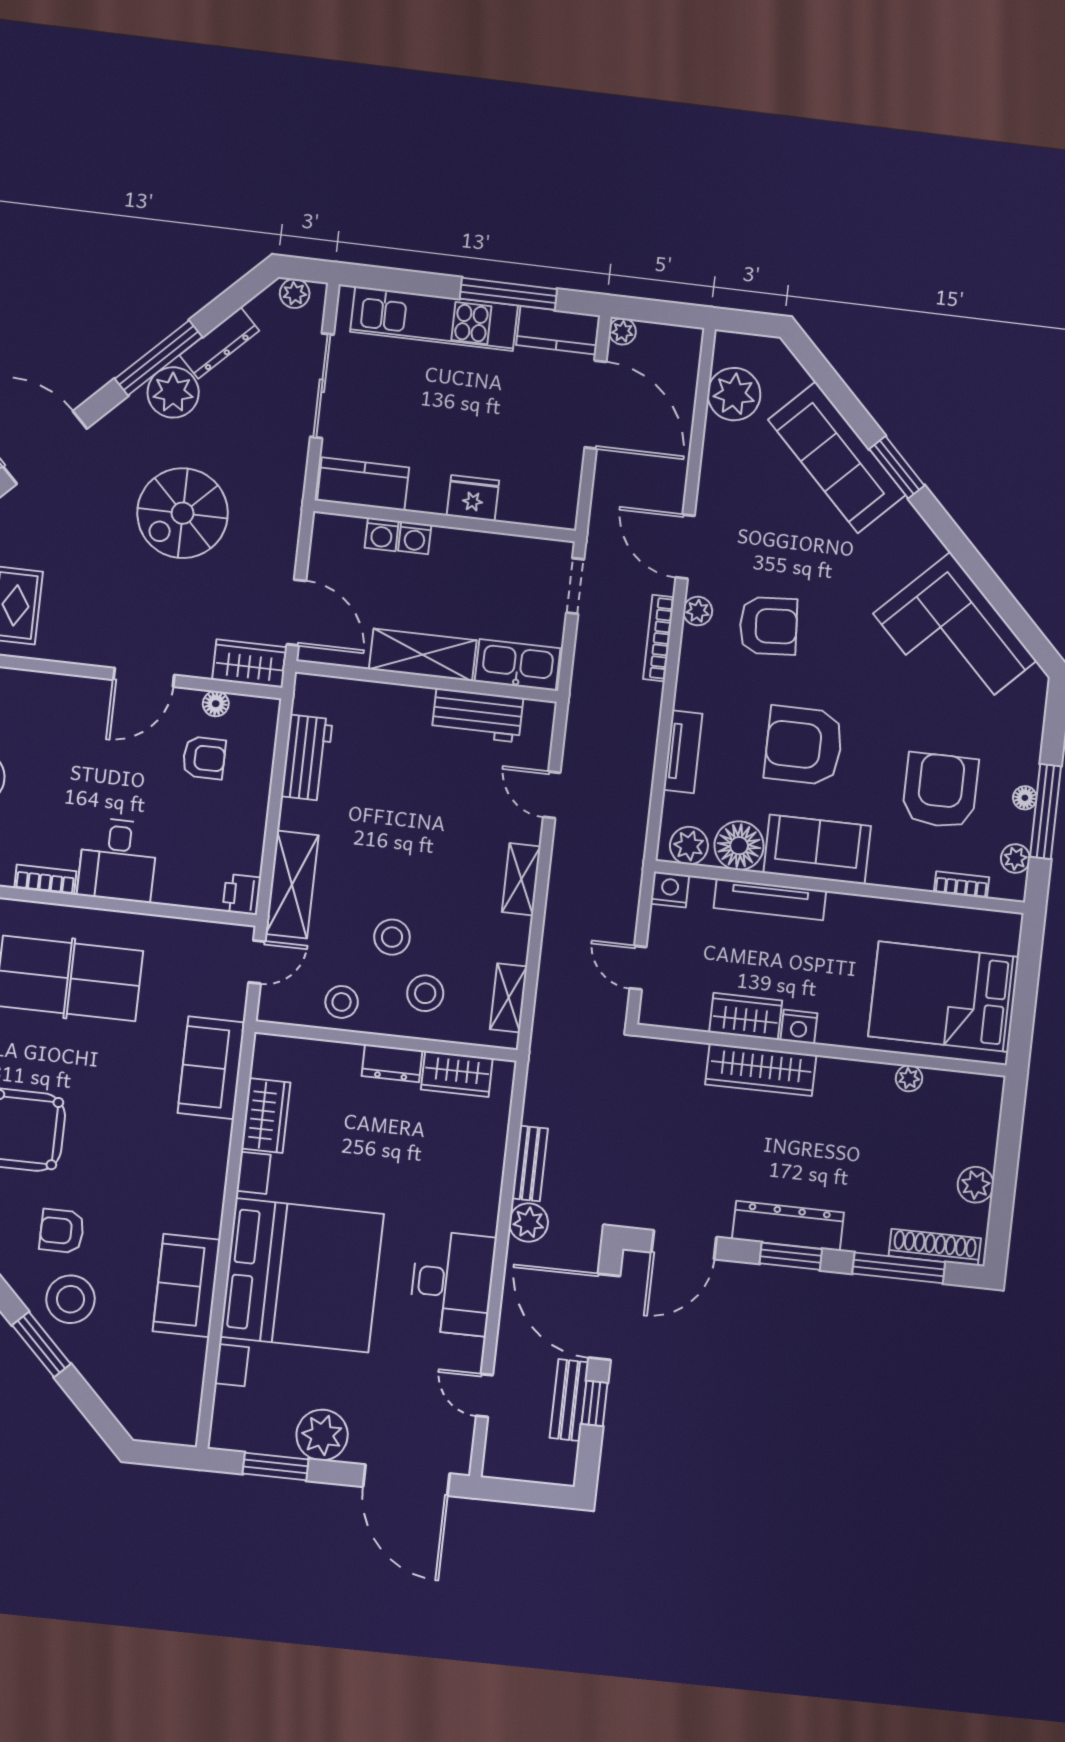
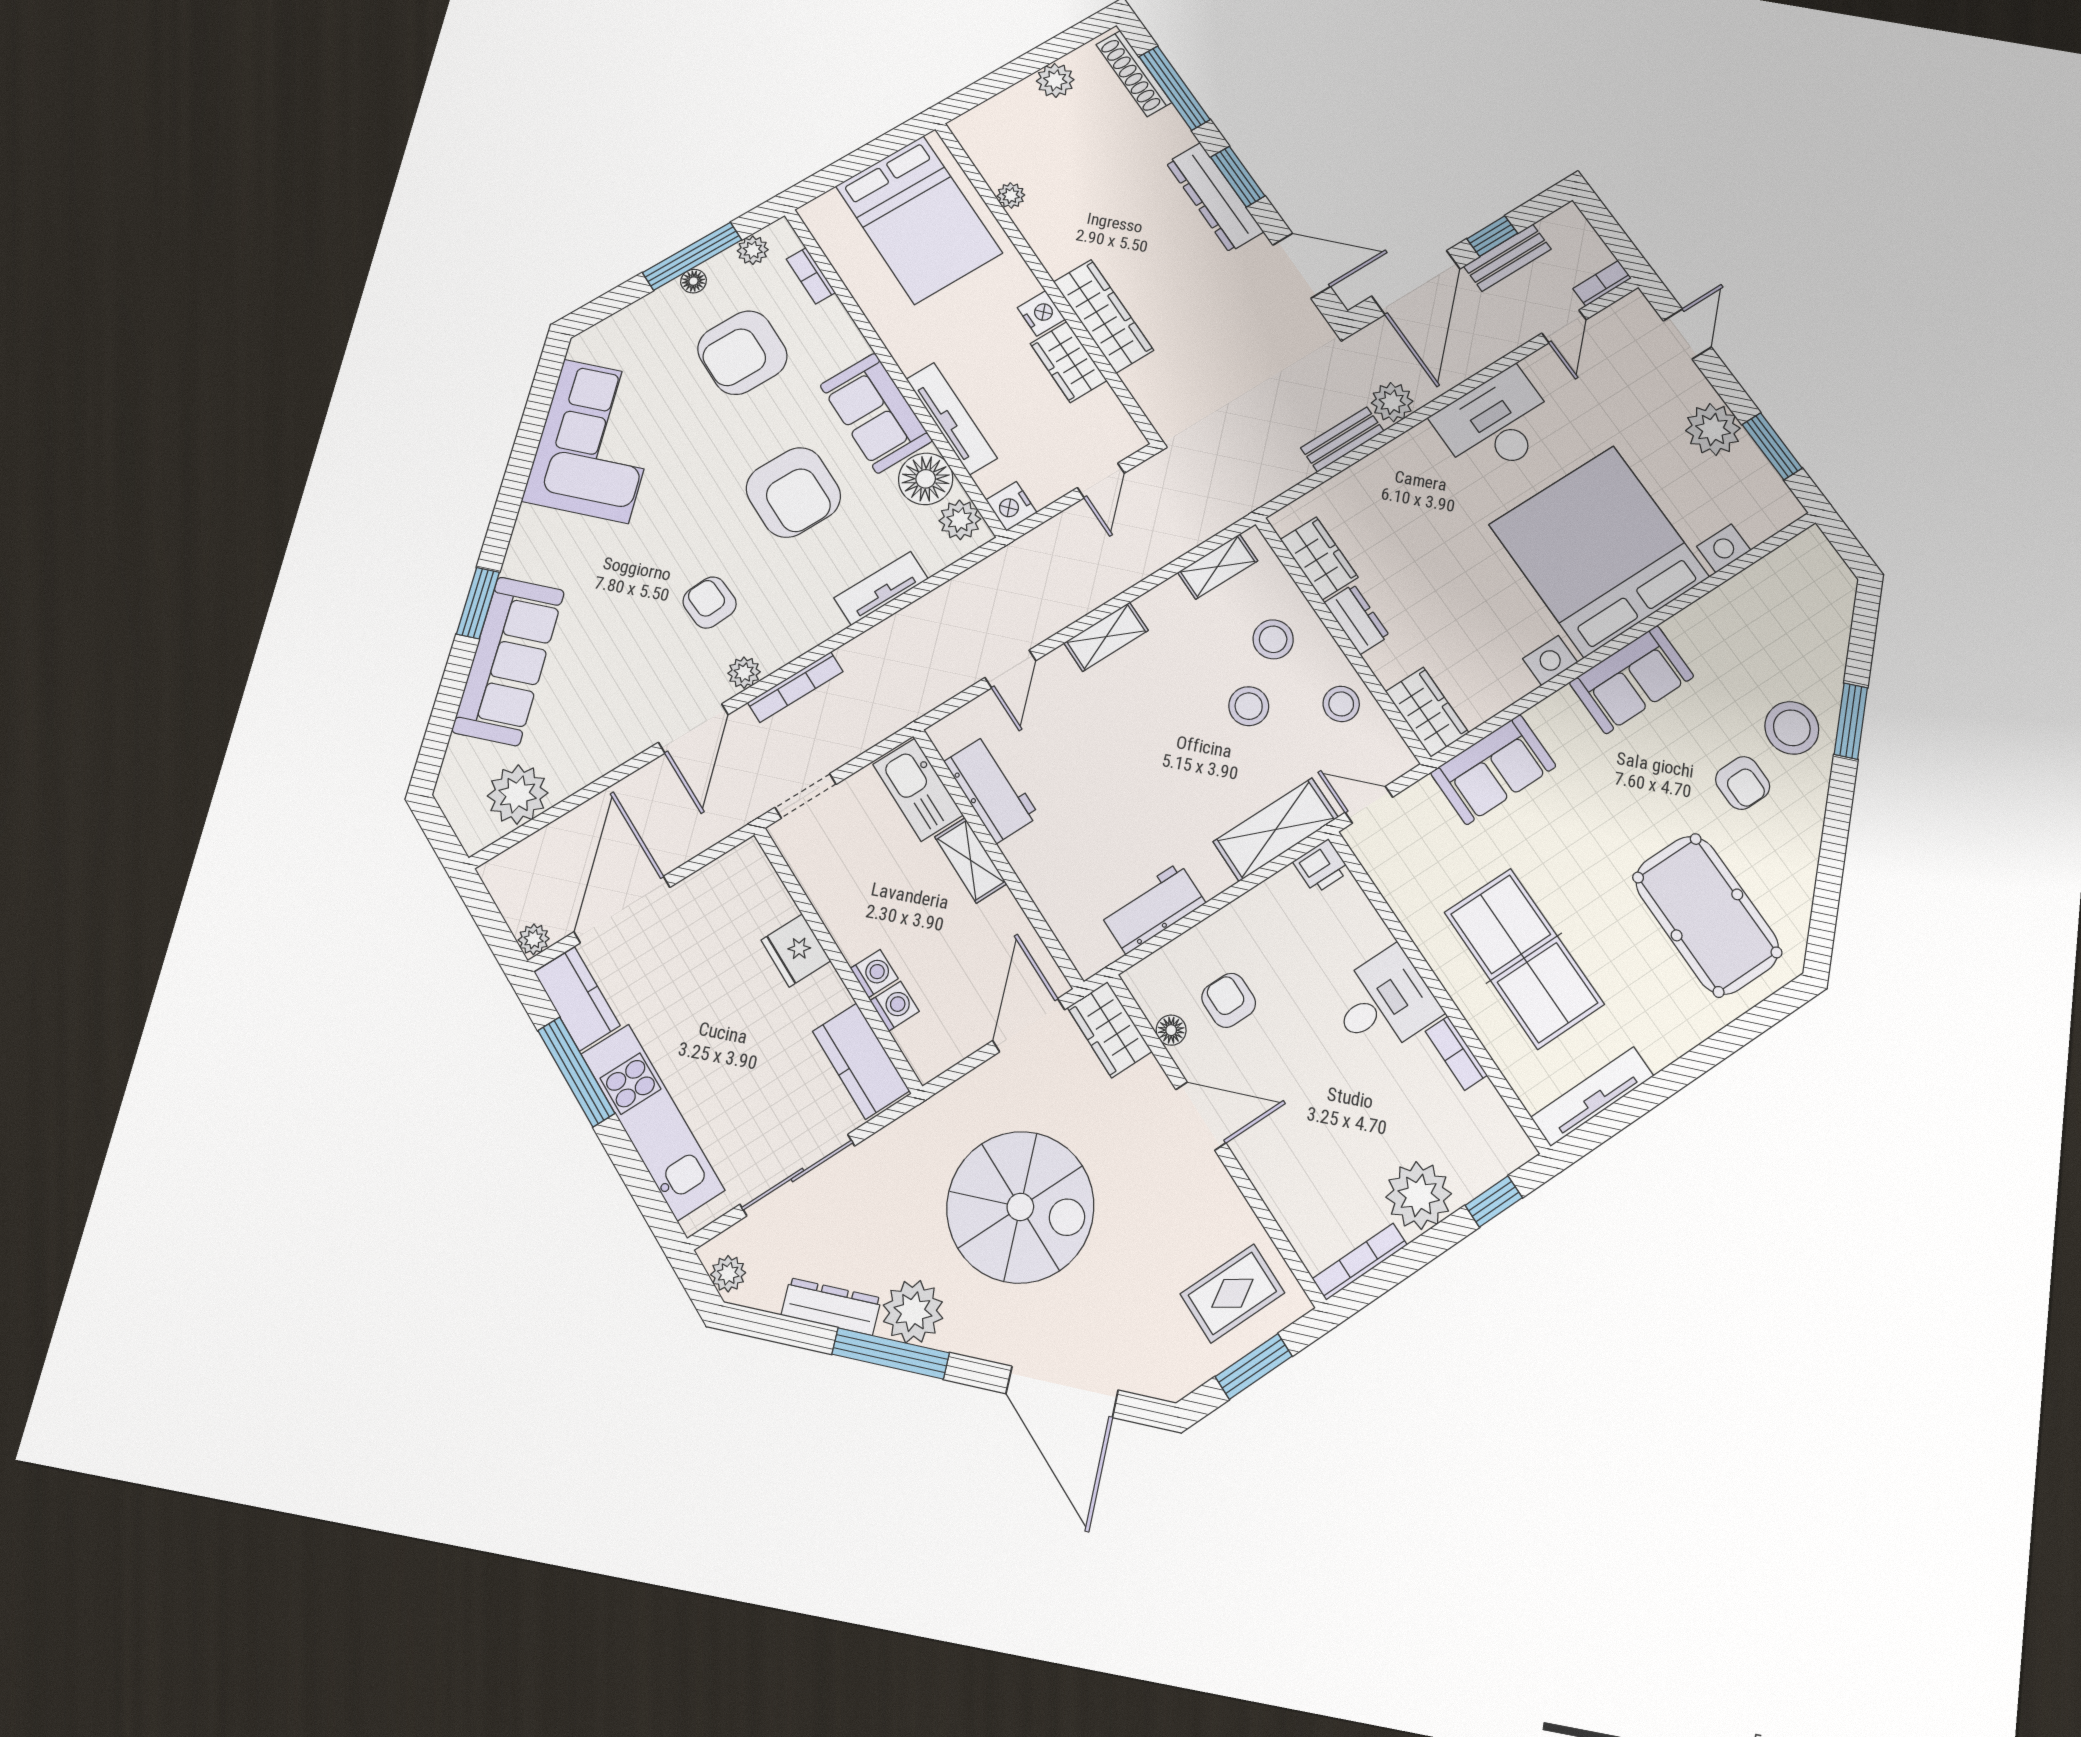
spiral stairs: (183, 513) -> (1020, 1207), width x1.37, depth x1.37
armchair: (768, 626) -> (710, 603), width x0.72, depth x0.72
shelving: (423, 655) -> (971, 860), width x0.67, depth x0.75
wardrobe: (266, 1115) -> (1427, 712), moved, turned 90
sofa: (186, 1285) -> (1632, 680), moved
bookcase: (494, 1452) -> (1602, 283), added
door: (406, 1480) -> (1687, 334), width x0.53

